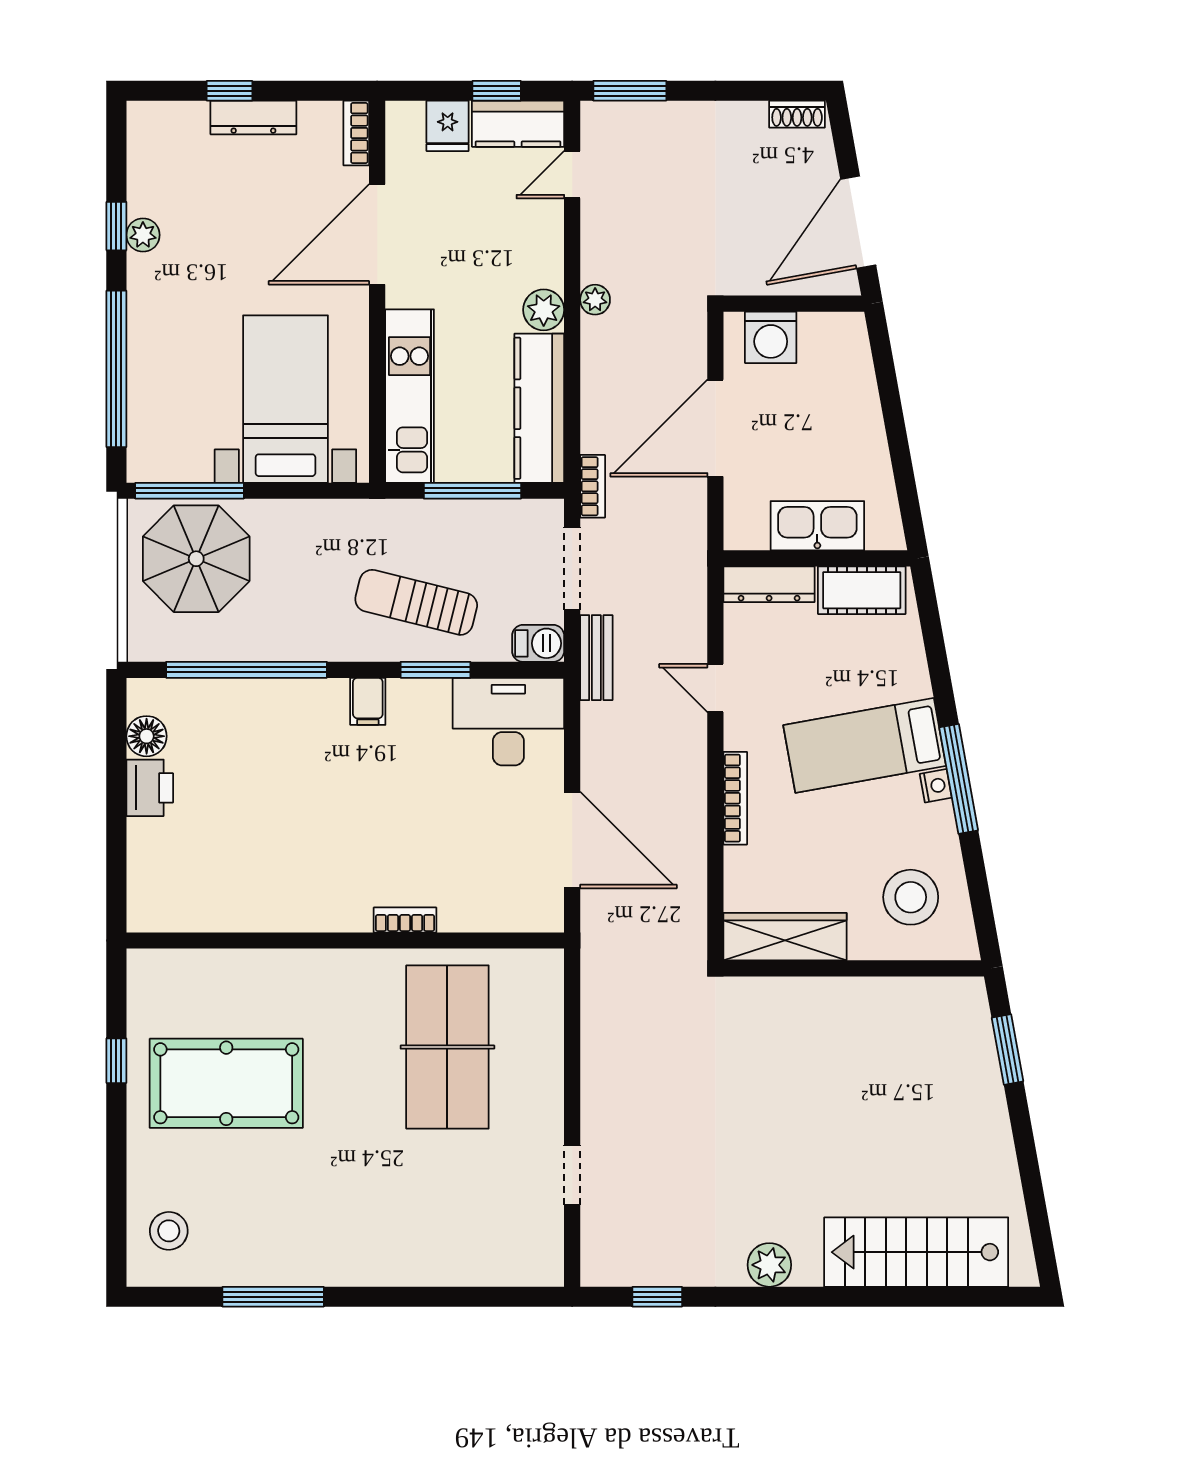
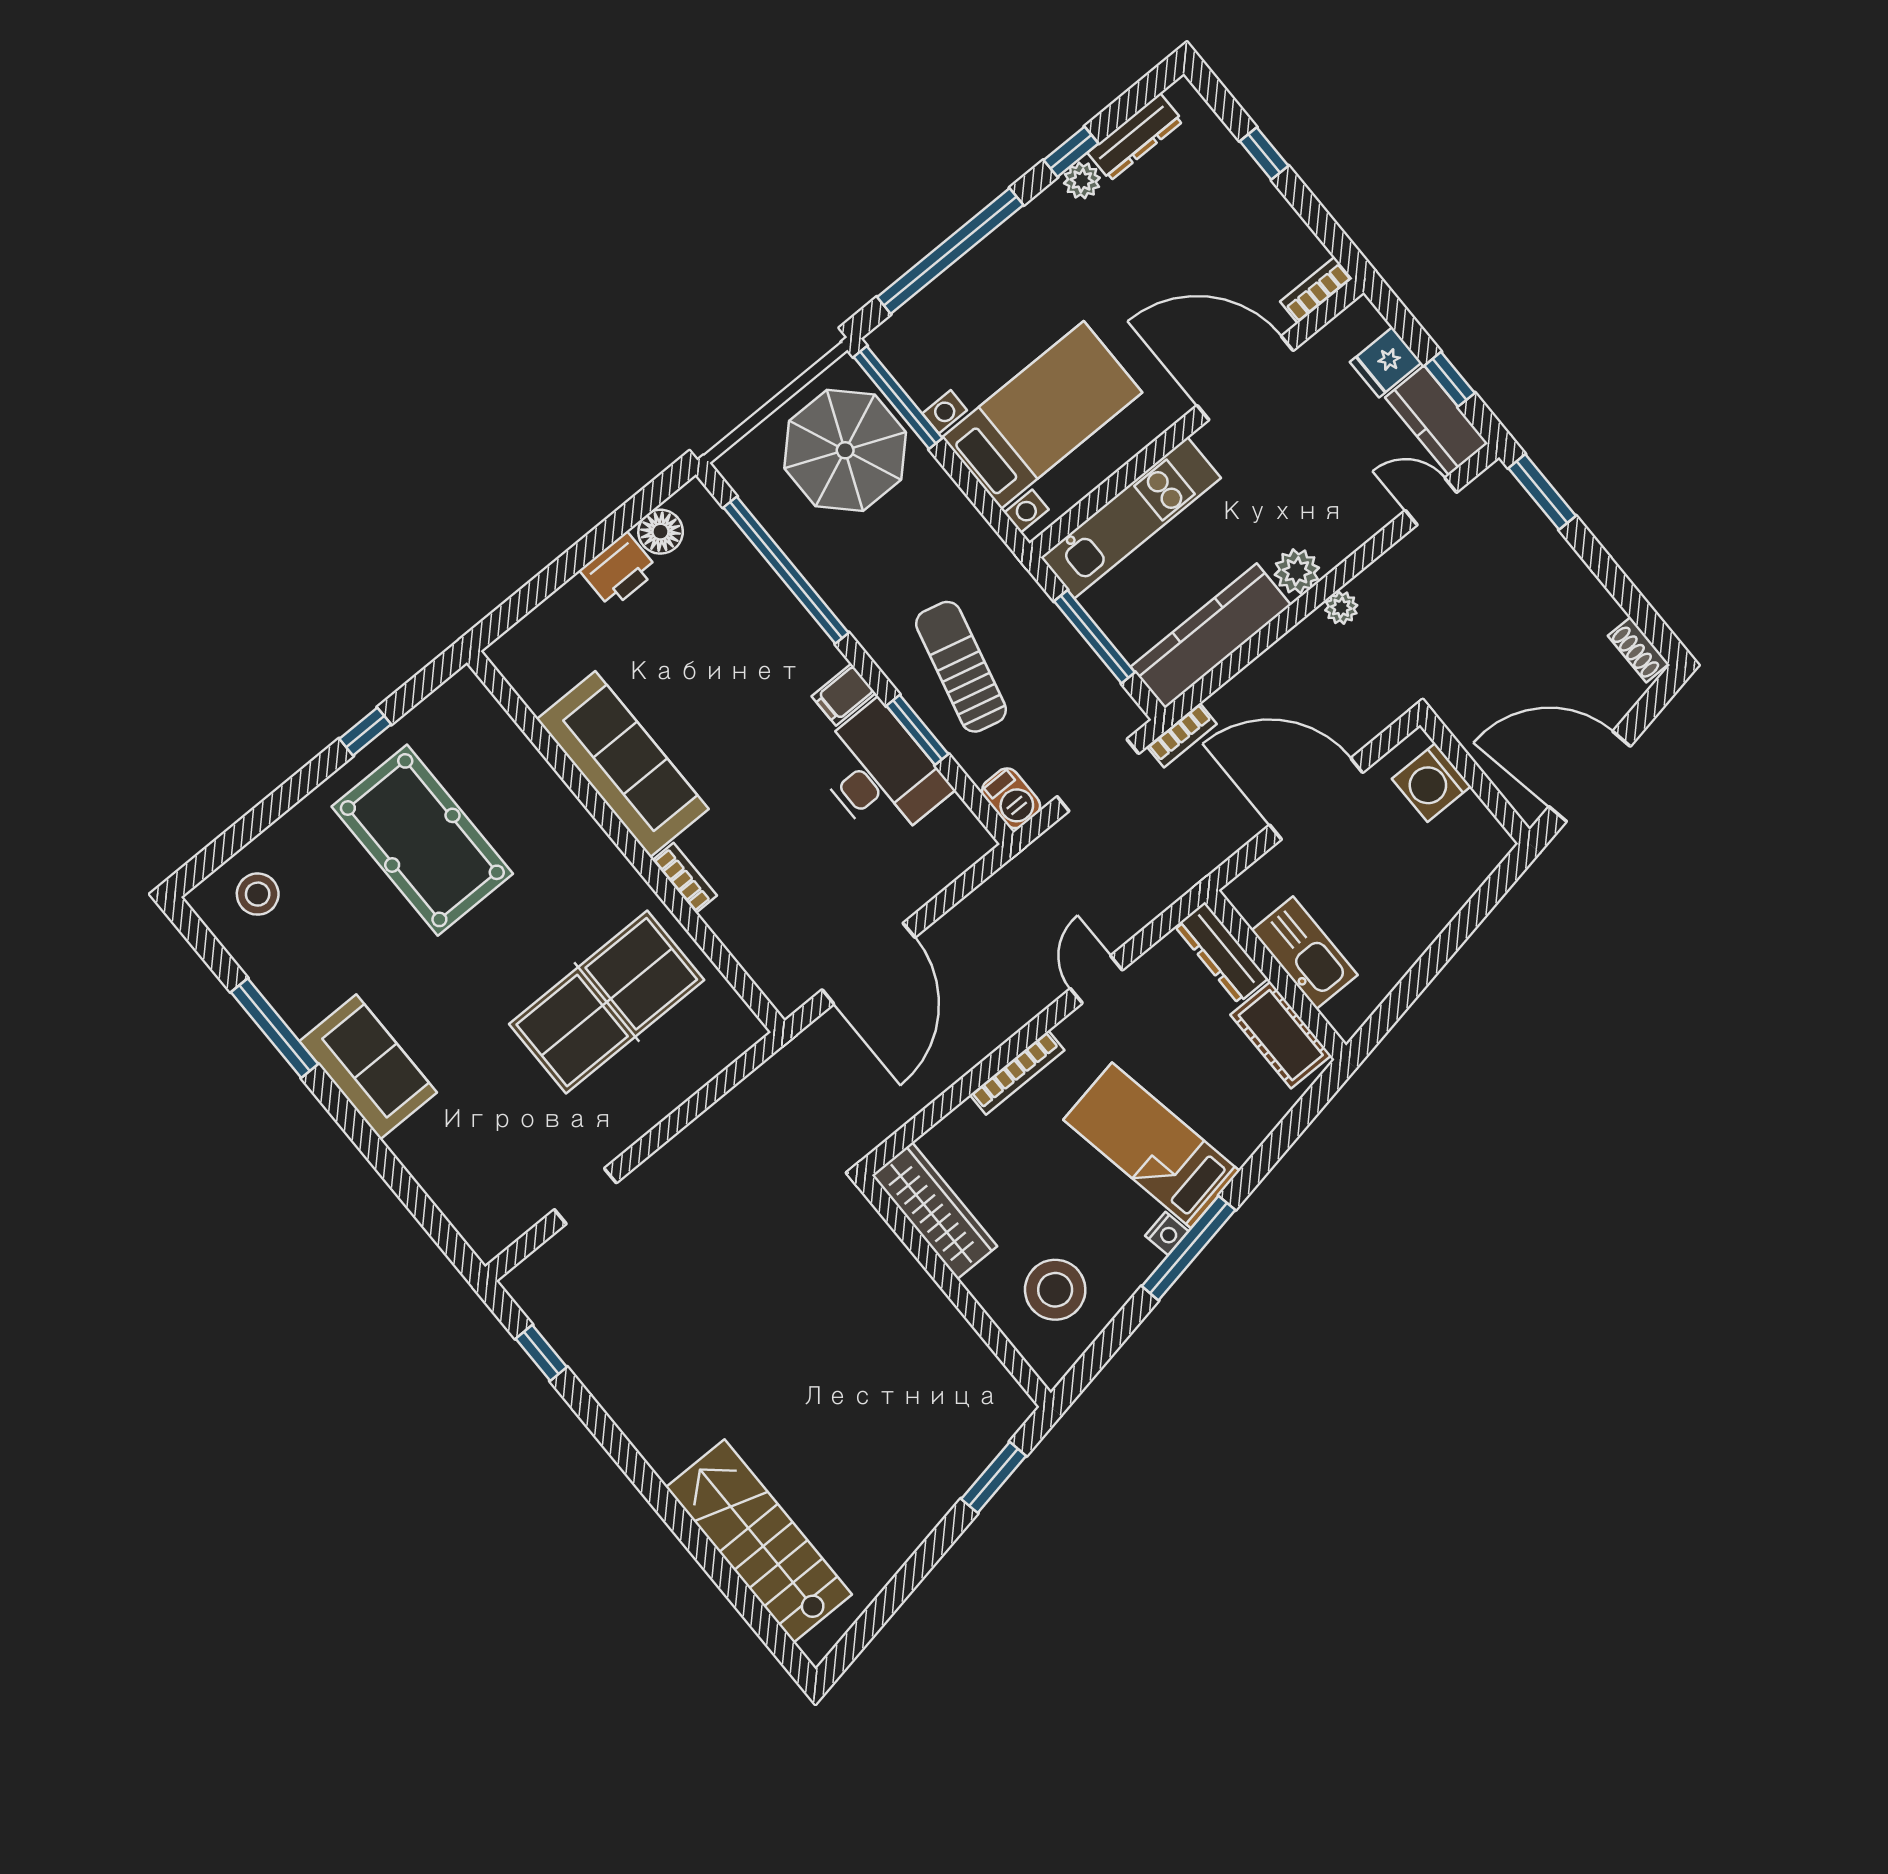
dresser: (253, 117) -> (1135, 137), moved, turned -90
bench: (596, 658) -> (1039, 857), removed
desk: (508, 722) -> (880, 773), moved
sofa: (289, 898) -> (623, 764), added
sofa: (355, 1253) -> (368, 1067), added
plant: (769, 1265) -> (646, 1426), removed

